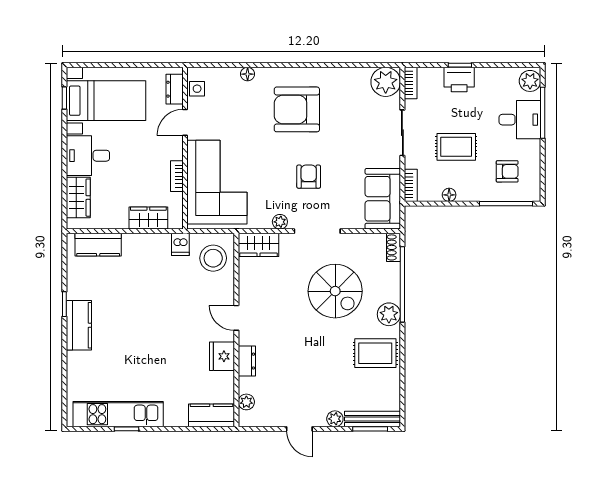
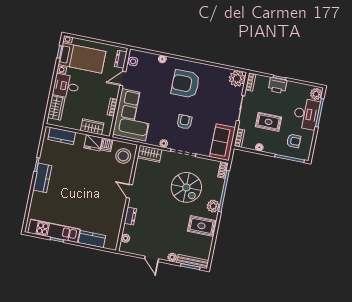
desk: (520, 120) -> (306, 114), width x1.37
fridge: (222, 356) -> (93, 143), moved, turned -90
kitchen counter: (211, 415) -> (92, 239), moved

